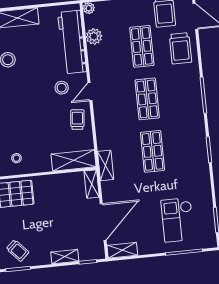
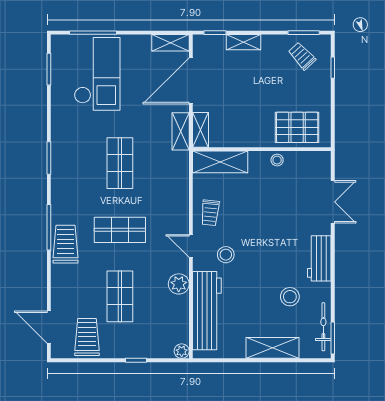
plant: (94, 36) -> (179, 284), moved
trolley: (180, 48) -> (65, 244), moved
door: (90, 92) -> (191, 246), swing flipped
shop shelf: (147, 99) -> (120, 230), turned 90
stool: (16, 158) -> (277, 160), moved
shelving: (106, 165) -> (181, 131), moved
checkout: (178, 220) -> (97, 74), width x1.36, depth x1.21

